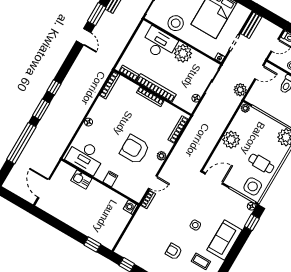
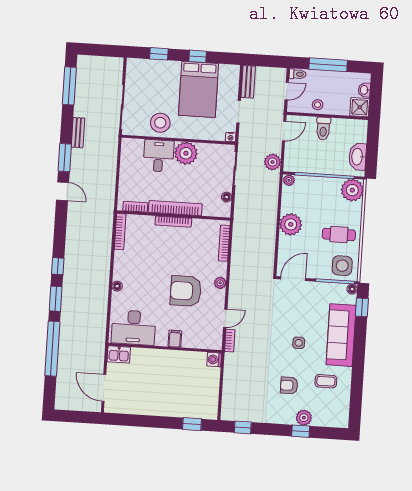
desk: (159, 43) -> (159, 156), width x0.73
kitchen sink: (81, 180) -> (119, 354), moved
sofa: (224, 240) -> (341, 335), width x1.36

